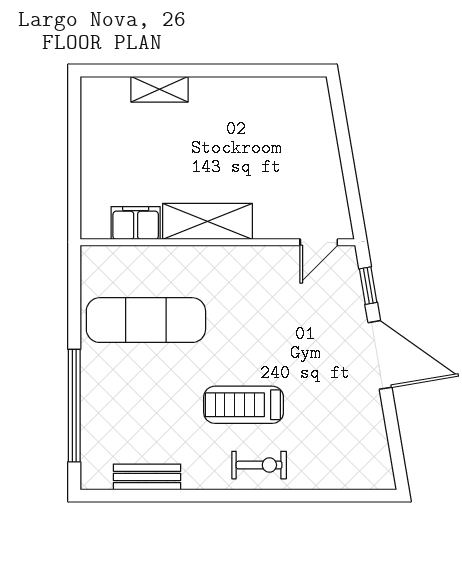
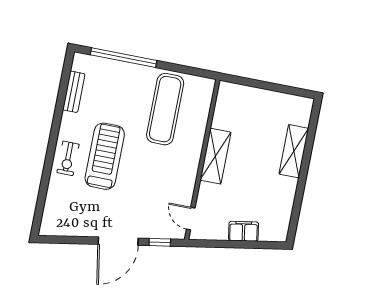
shelving: (160, 89) -> (294, 151), width x1.50, depth x1.33
filing cabinet: (136, 223) -> (244, 231), moved, turned -100
treadmill: (244, 405) -> (105, 156), width x1.37, depth x1.38

